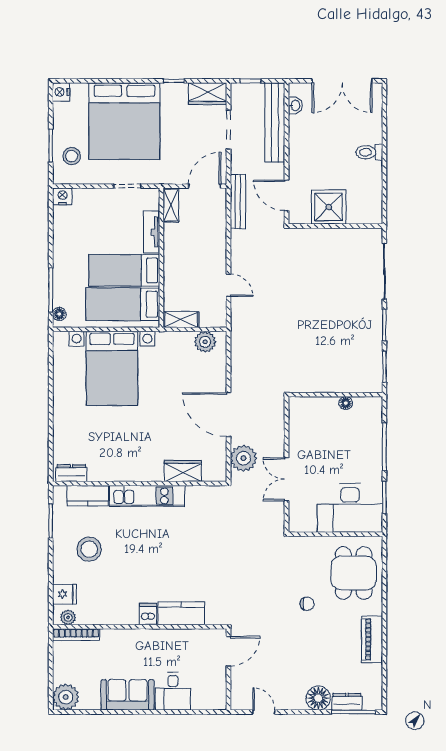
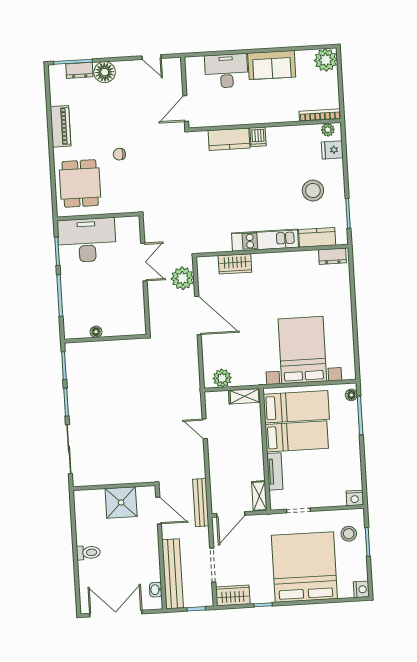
desk: (173, 691) -> (226, 71), width x1.37

